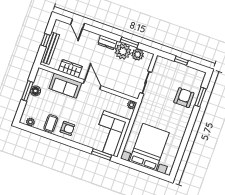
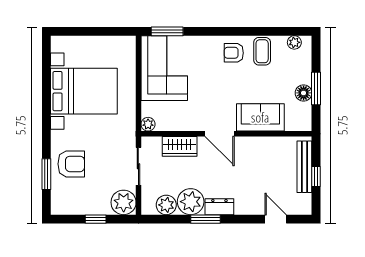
window: (129, 42) -> (205, 219), moved
plant: (162, 65) -> (124, 202), added
wardrobe: (70, 69) -> (180, 146), moved
armchair: (184, 98) -> (71, 164), turned -90
bed with nightstands: (149, 147) -> (84, 91), moved, turned -90

